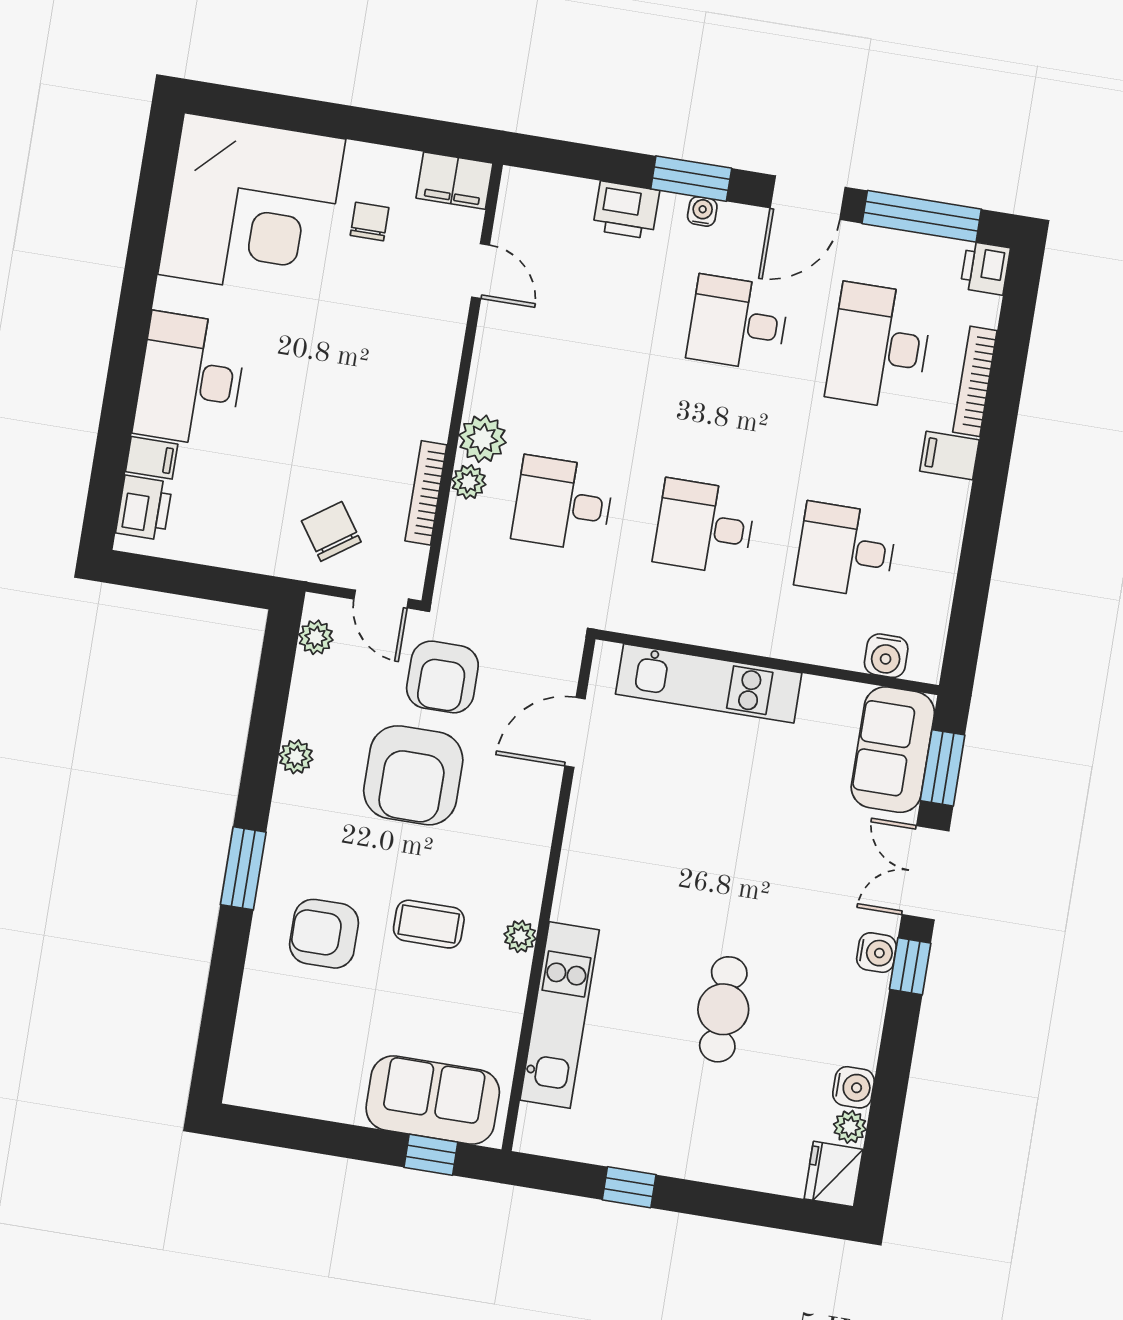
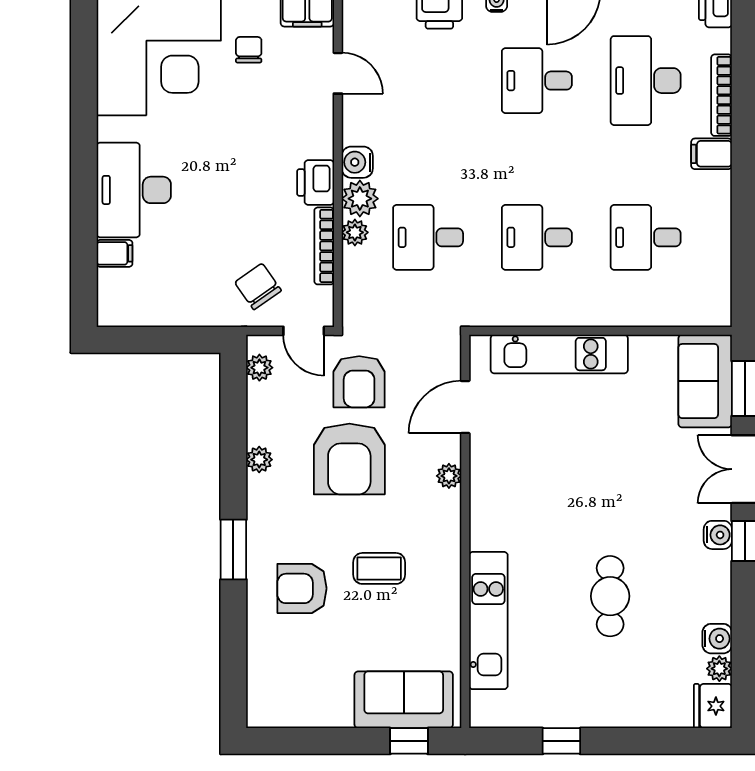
printer: (144, 508) -> (316, 183), moved, turned 180
water cooler: (886, 656) -> (357, 162), moved, turned 90
plant: (520, 936) -> (449, 476), moved

